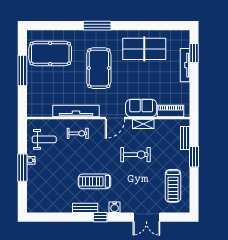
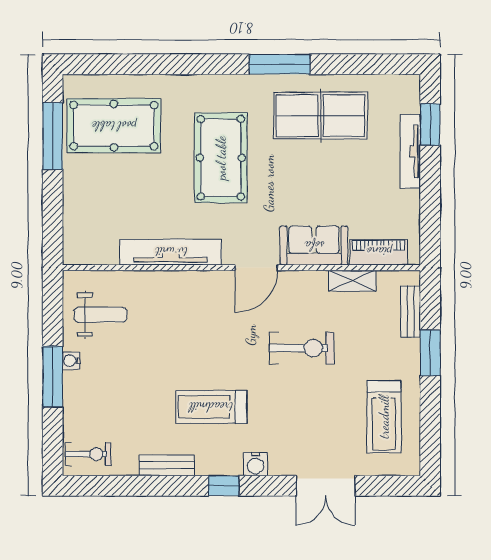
window: (97, 26) -> (280, 64), moved
window: (22, 70) -> (53, 136), moved
shelving: (143, 124) -> (352, 281), moved
exercise bike: (78, 133) -> (88, 454), moved
bench: (85, 208) -> (167, 465), moved

